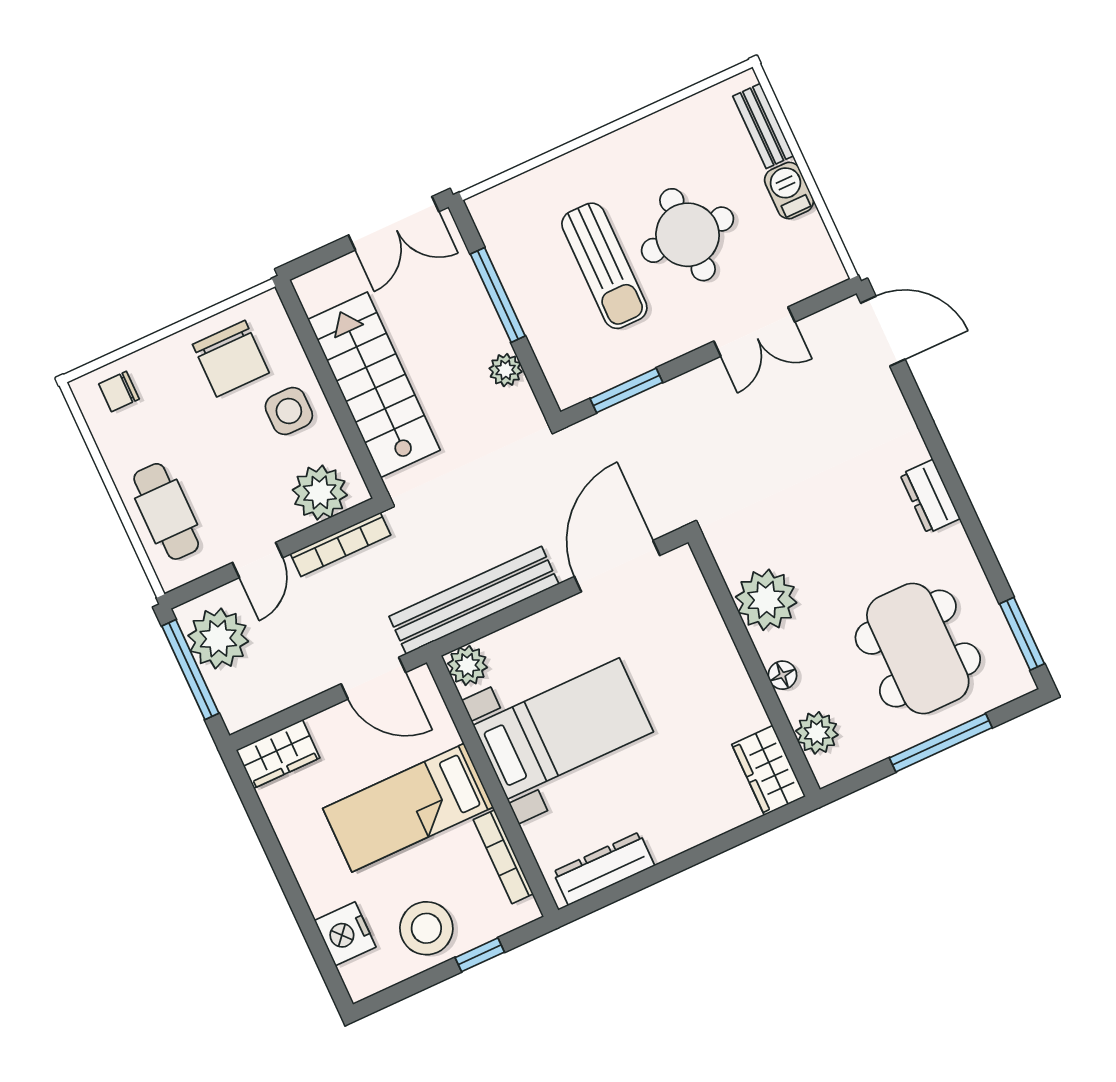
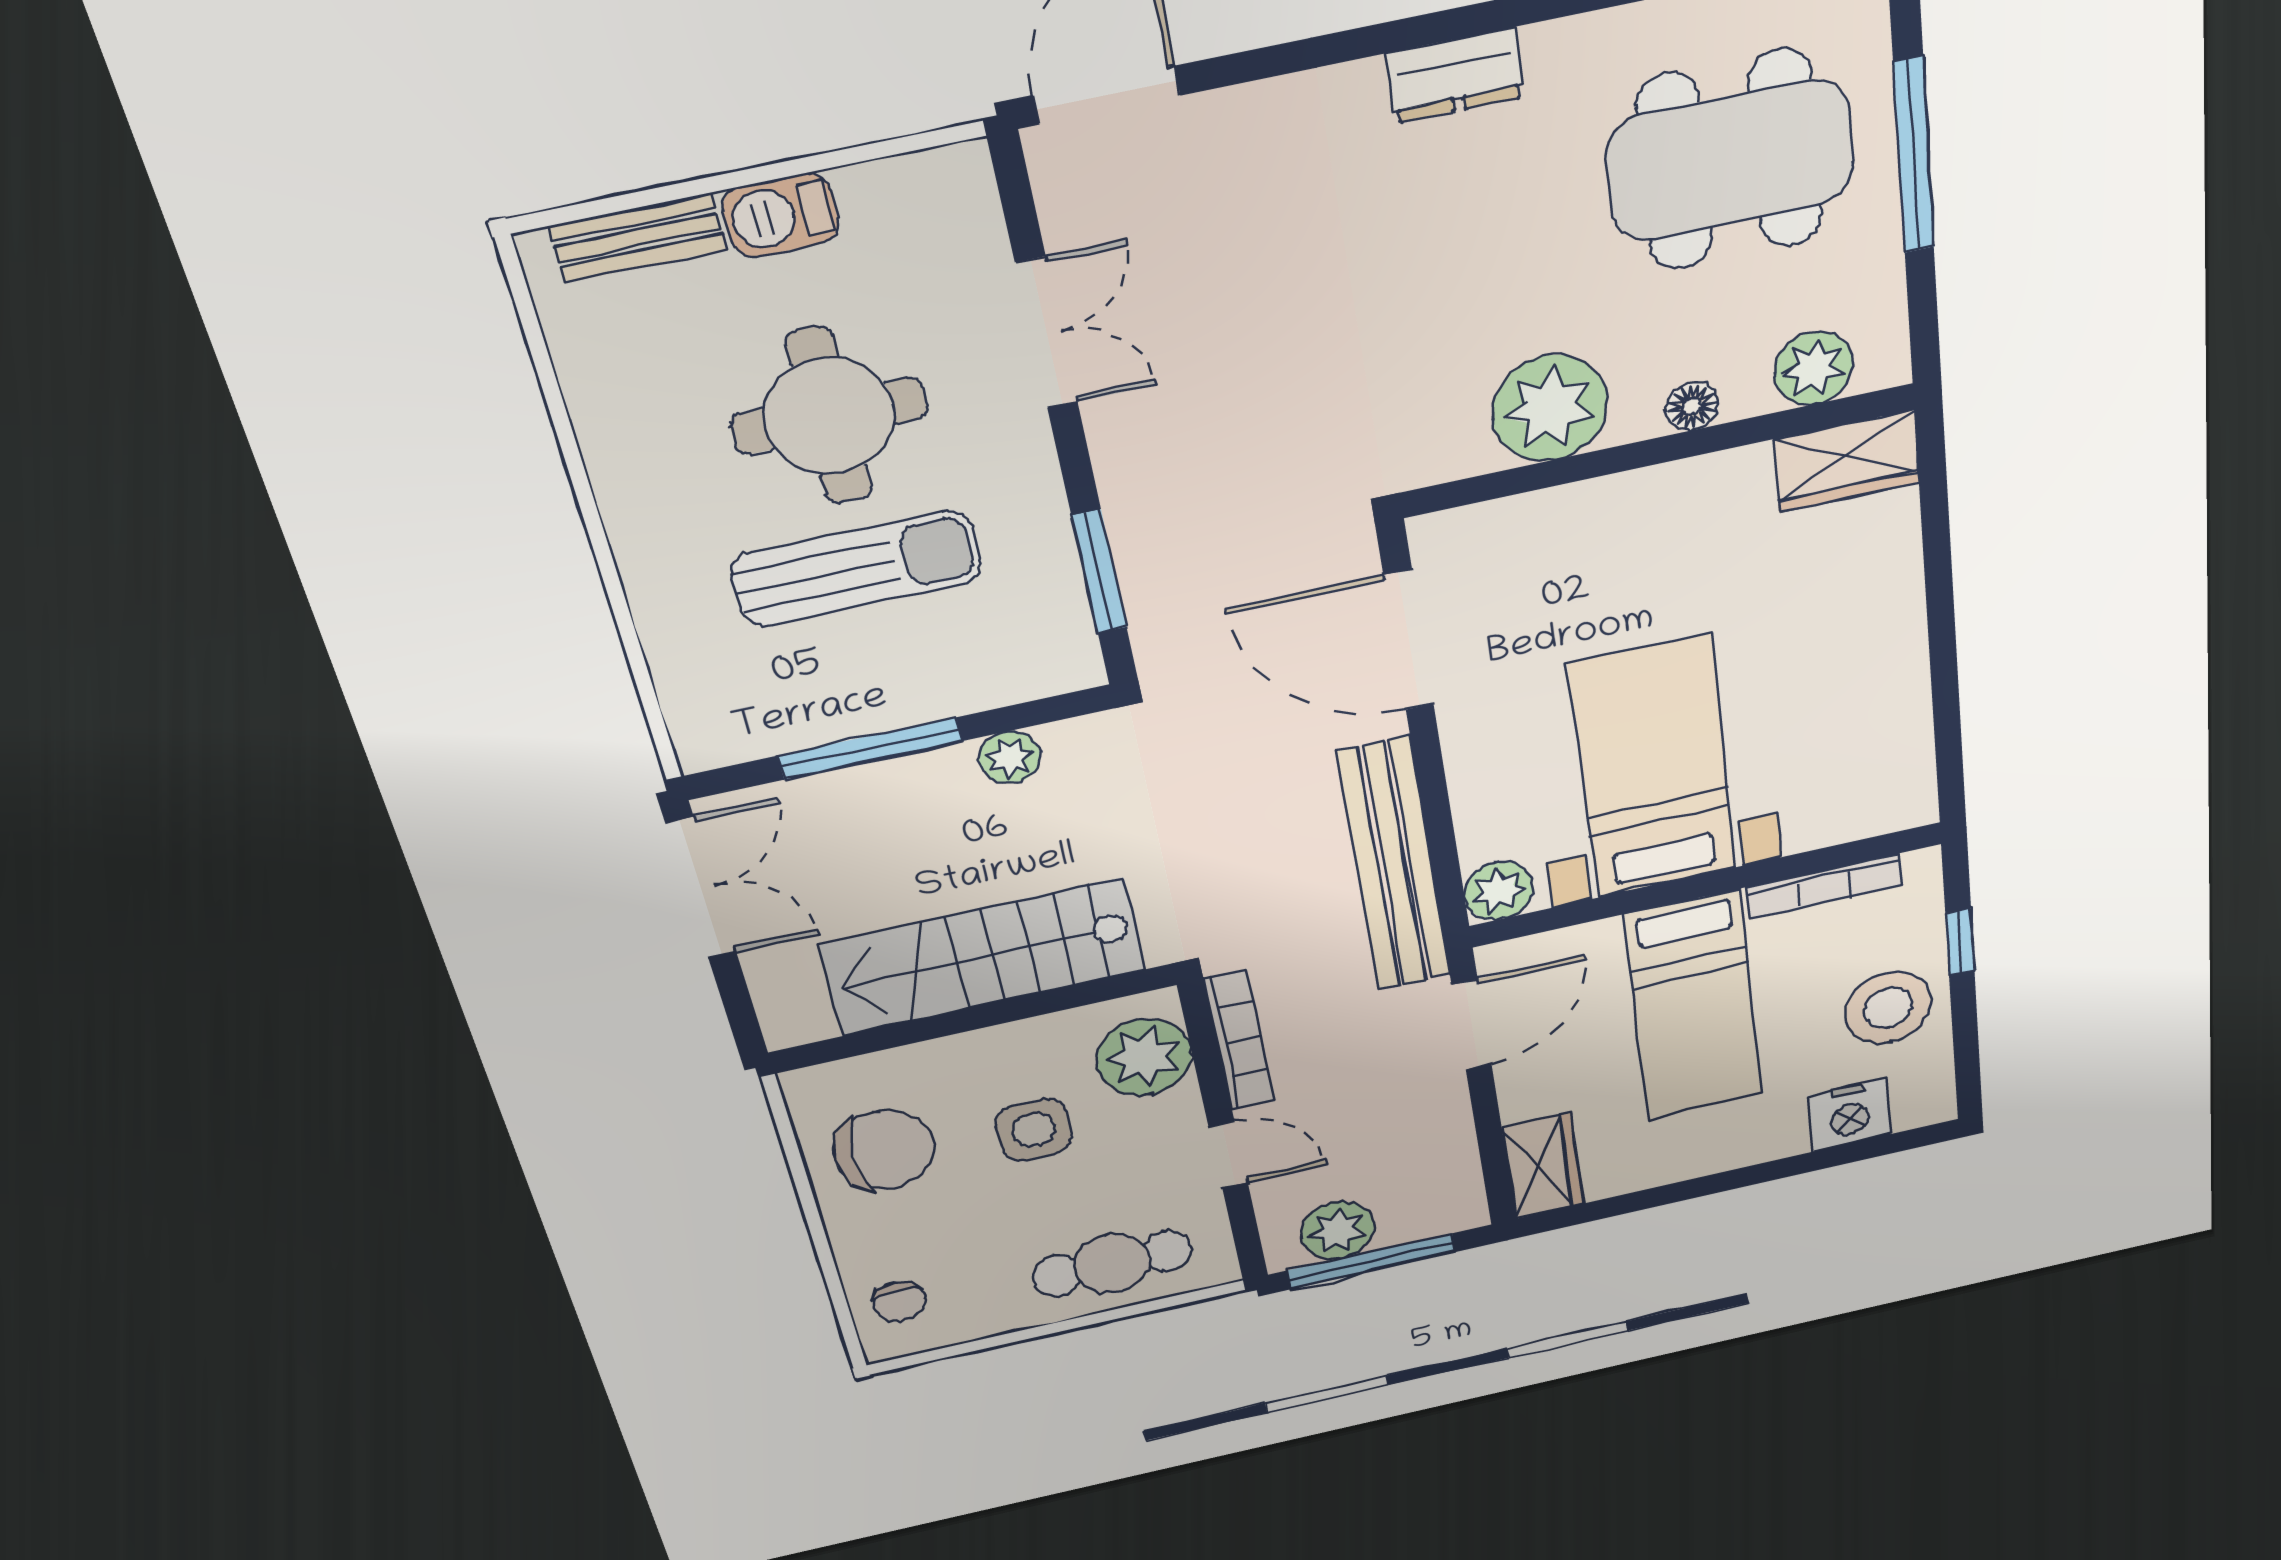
side table: (289, 411) -> (1034, 1130), moved
plant: (218, 638) -> (1338, 1231), width x0.73, depth x0.73
dresser: (604, 869) -> (1903, 745), removed

